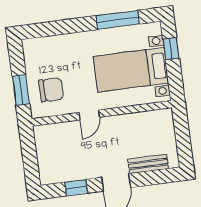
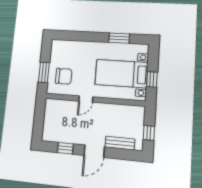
window: (118, 20) -> (119, 38), width x0.69
window: (171, 49) -> (152, 79), moved
window: (183, 142) -> (149, 133), added

